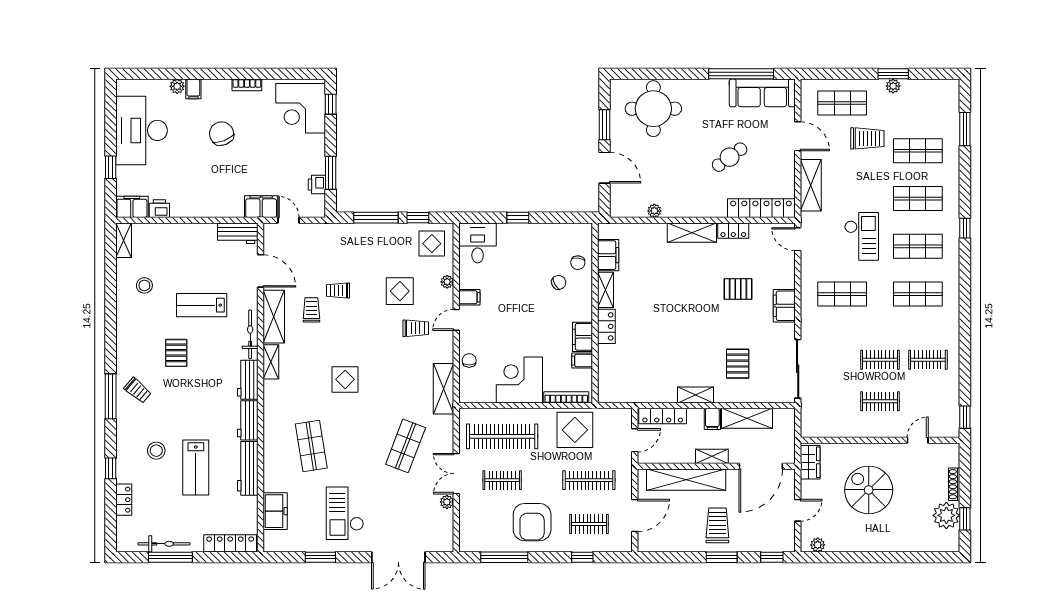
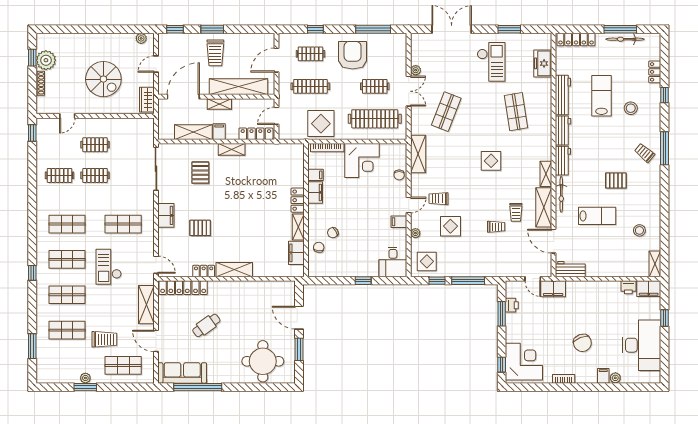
trolley: (867, 138) -> (104, 339), turned 180
plant: (654, 211) -> (262, 286), removed
pallet: (176, 353) -> (616, 181), turned 90

